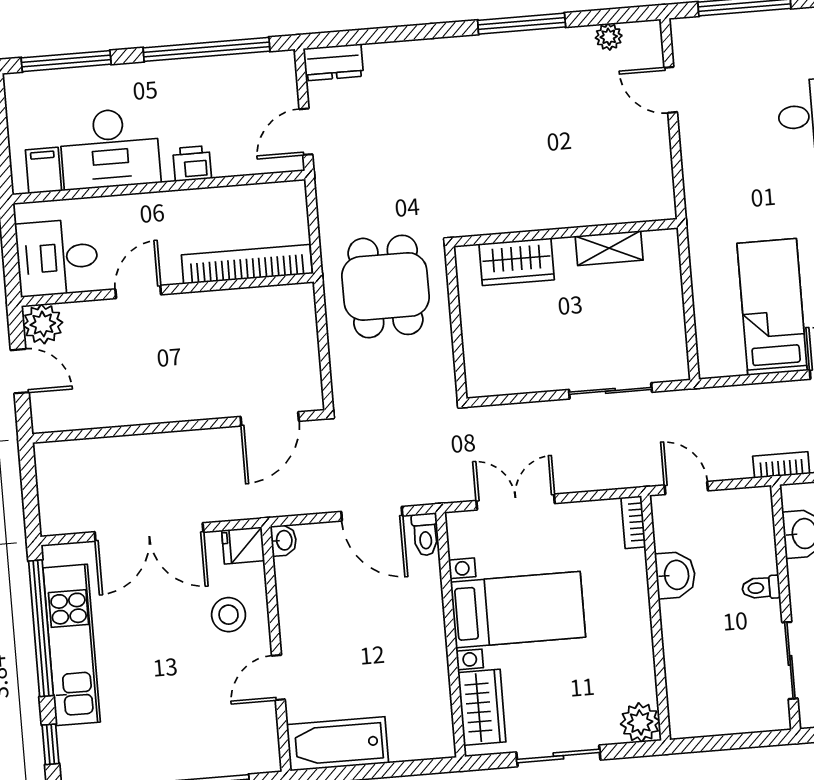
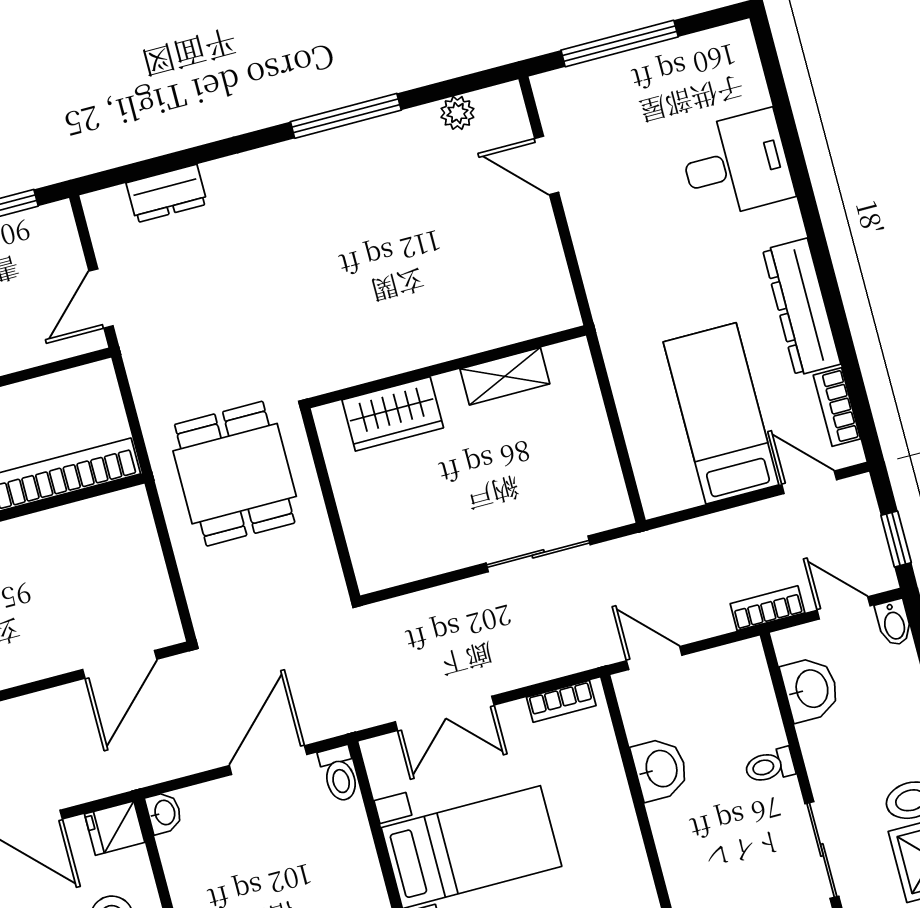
dresser: (333, 62) -> (167, 194), moved
double door: (516, 502) -> (445, 713), swing flipped
door: (372, 514) -> (268, 760), swing flipped
bookcase: (633, 522) -> (561, 701), moved, turned -90

